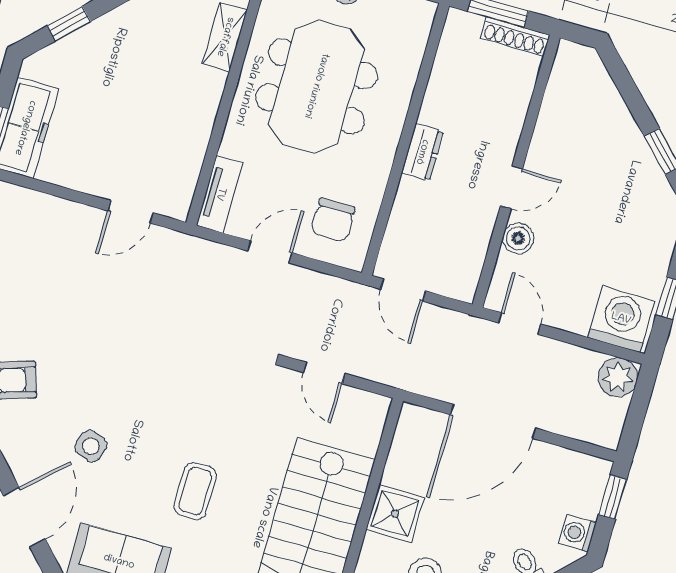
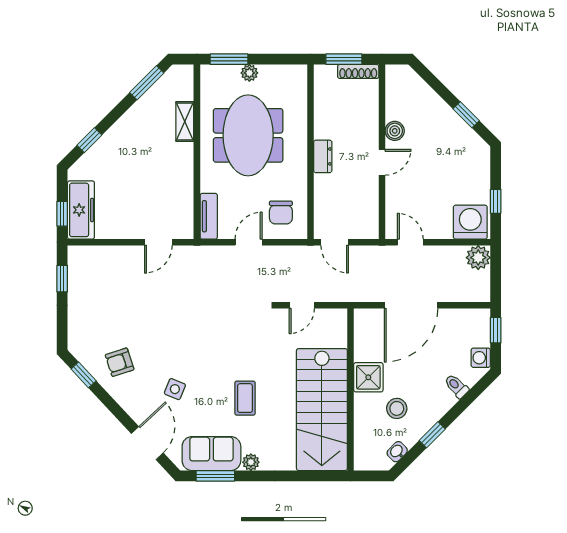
boiler: (518, 238) -> (395, 131), moved
door: (324, 373) -> (302, 305), hinge flipped

